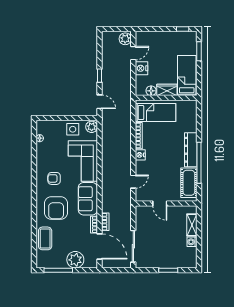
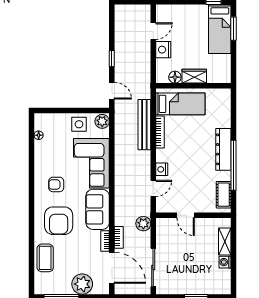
plant: (125, 39) -> (143, 224), moved
bed: (187, 76) -> (220, 29), moved, turned 180
bench: (126, 130) -> (144, 125), added
nightstand: (140, 155) -> (162, 169), moved
cot: (189, 183) -> (224, 195), width x0.73, depth x0.75

